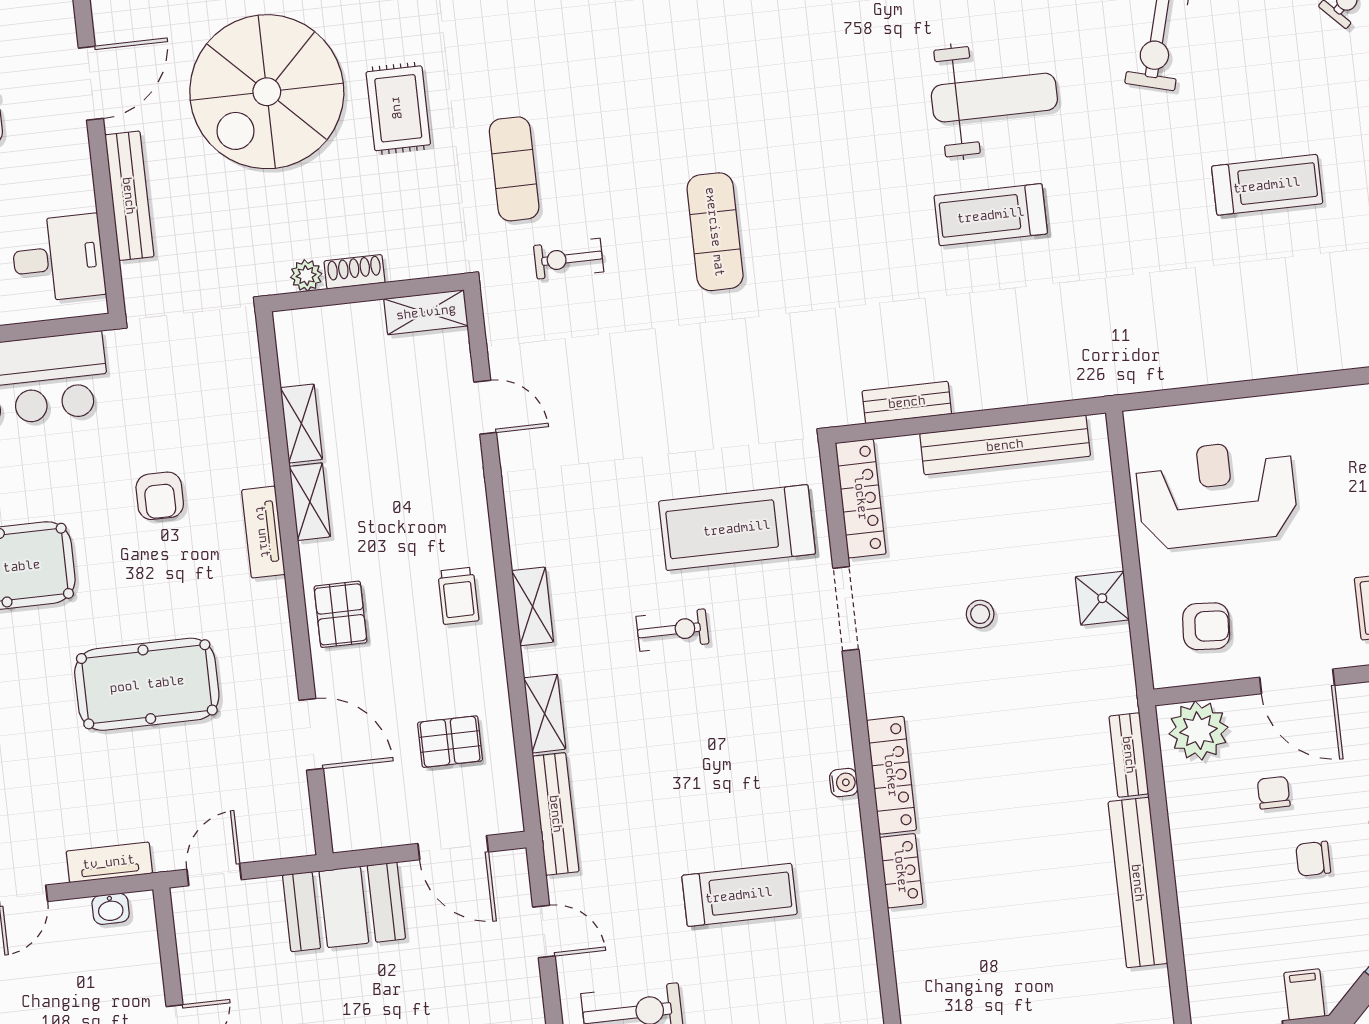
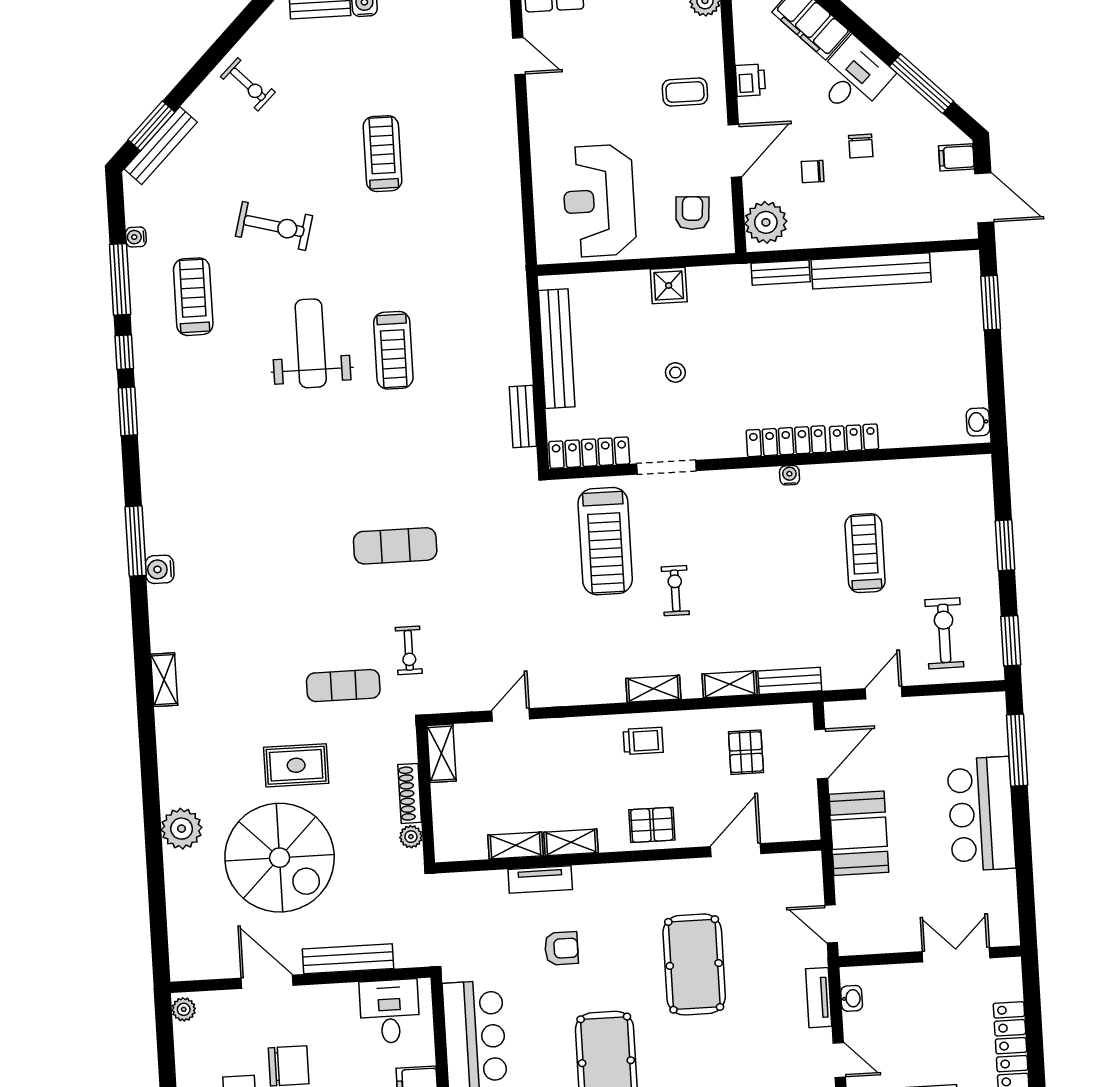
shoe rack: (354, 272) -> (410, 793), width x1.43
tv unit: (263, 532) -> (540, 879), moved
bench: (556, 814) -> (790, 681), width x0.73

